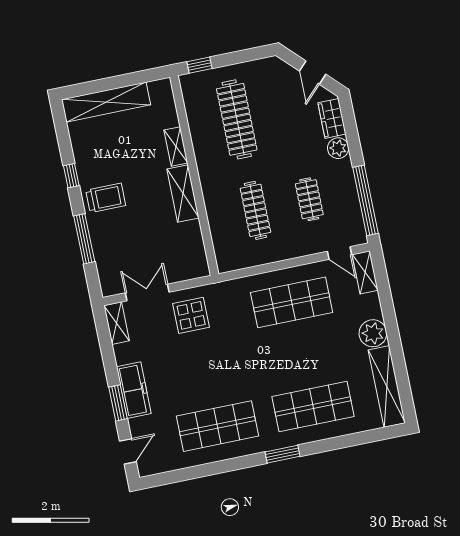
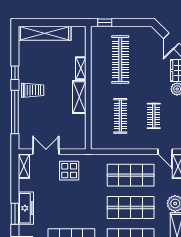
window: (84, 239) -> (15, 112), width x1.46
shop shelf: (302, 354) -> (131, 207), added

